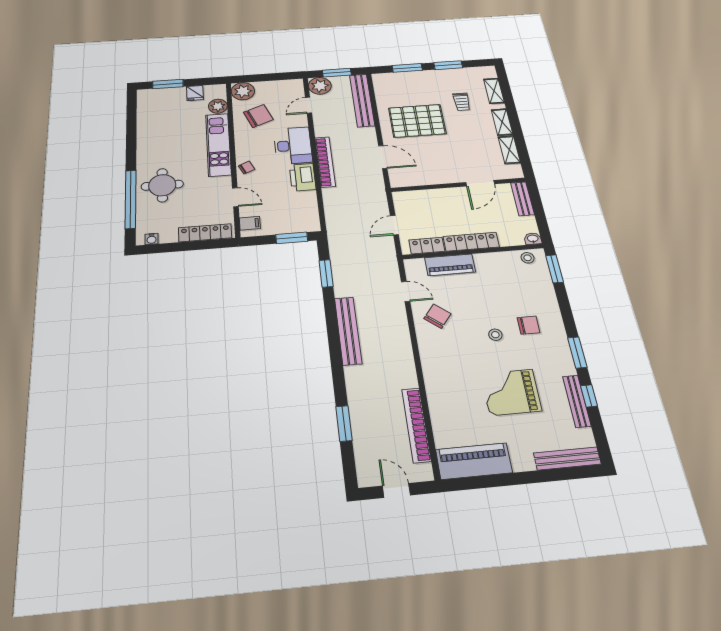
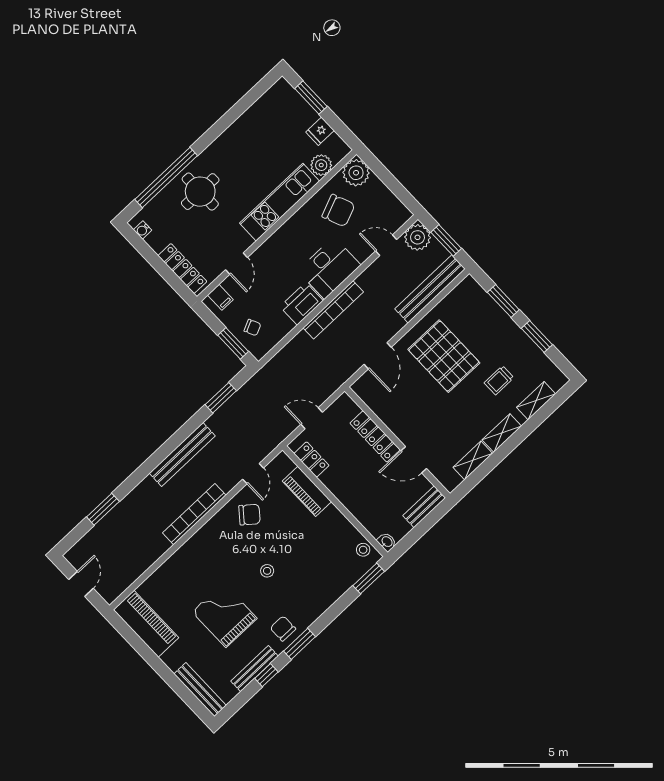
chair: (247, 168) -> (252, 327), moved
locker: (471, 242) -> (375, 436), moved, turned 180
chair: (529, 325) -> (283, 629), moved, turned 180
bookcase: (416, 425) -> (194, 514), moved

